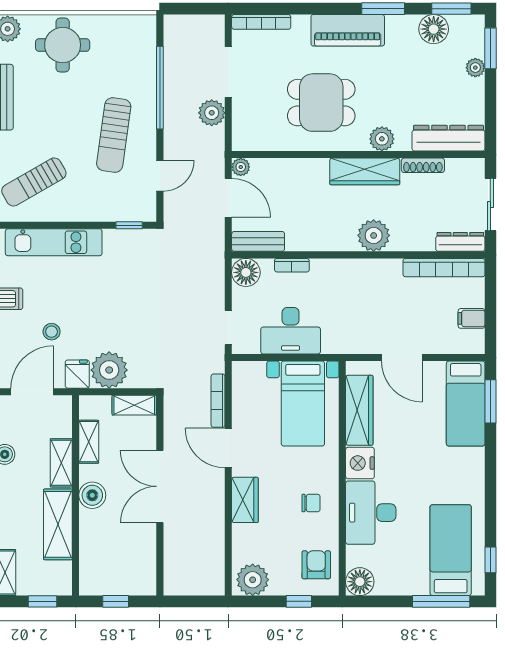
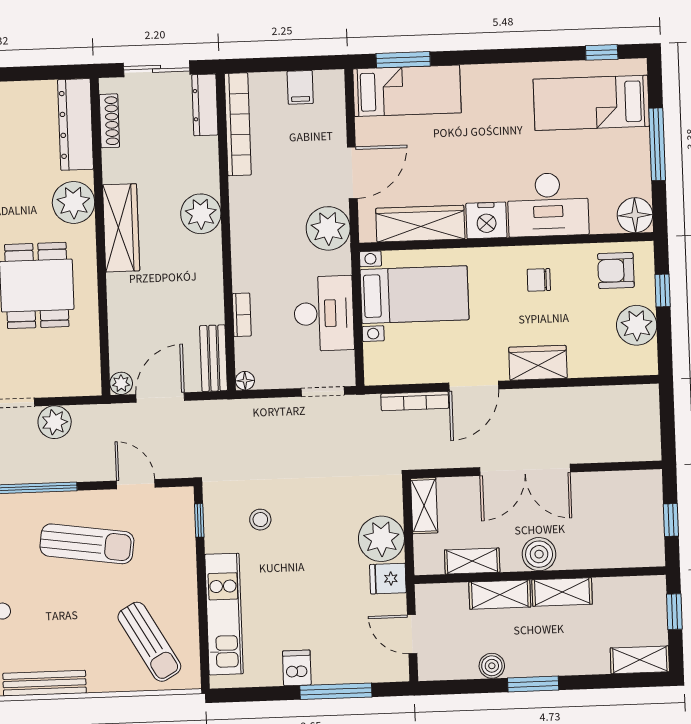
plant: (382, 139) -> (74, 202), width x1.36, depth x1.36
shoe rack: (423, 165) -> (109, 121), moved
floor lamp: (246, 272) -> (245, 381), width x0.53, depth x0.53
stool: (52, 332) -> (260, 520), moved
plant: (358, 337) -> (328, 228), added
door: (32, 392) -> (412, 634), width x0.73
chair: (311, 503) -> (539, 280), turned -90
shelving: (58, 524) -> (562, 592), width x0.67, depth x0.75
plant: (253, 580) -> (637, 325), moved
window: (441, 601) -> (657, 144), moved

